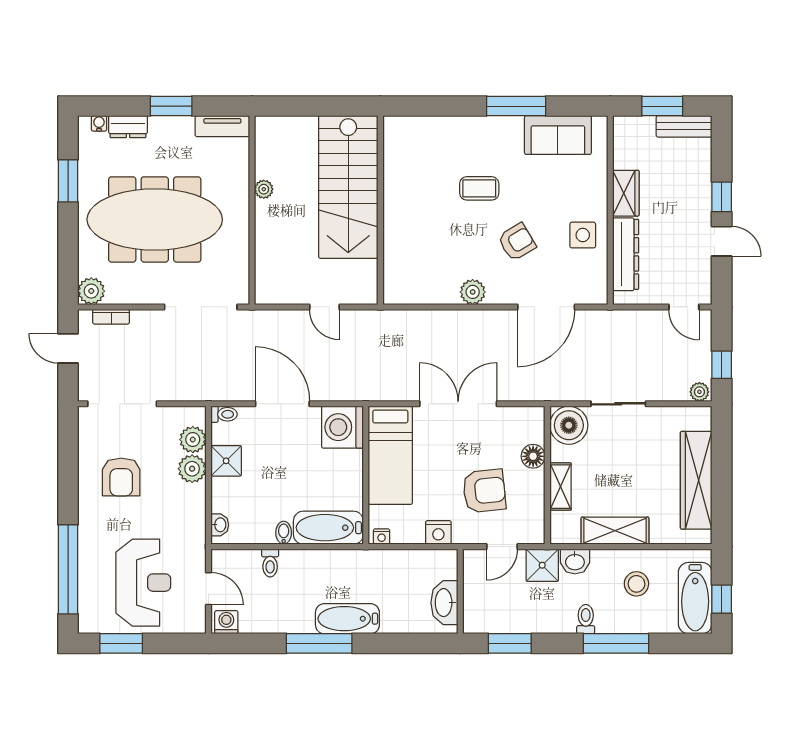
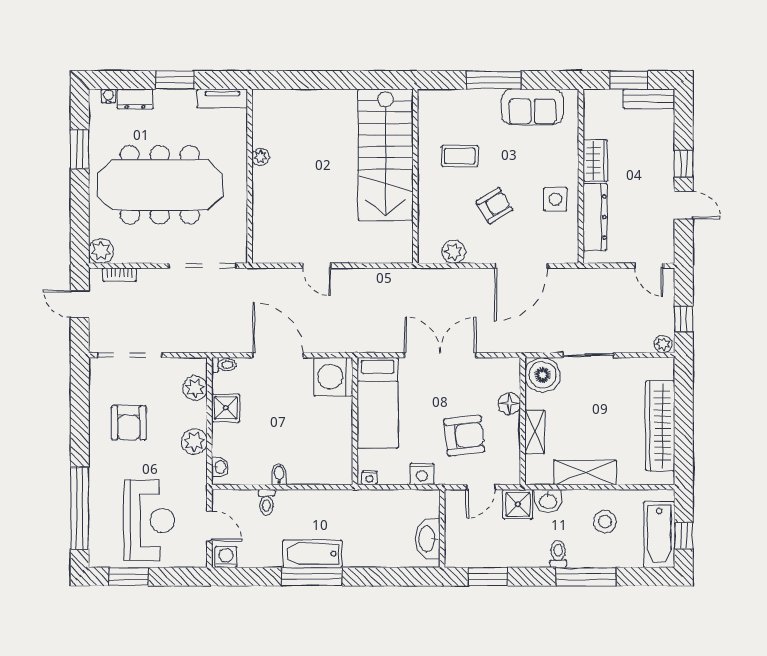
stairs: (348, 187) -> (386, 155), moved
wall: (380, 210) -> (415, 176), moved
plant: (192, 469) -> (194, 442), moved
bathtub: (328, 528) -> (320, 470), removed
bathtub: (347, 619) -> (312, 554), moved

